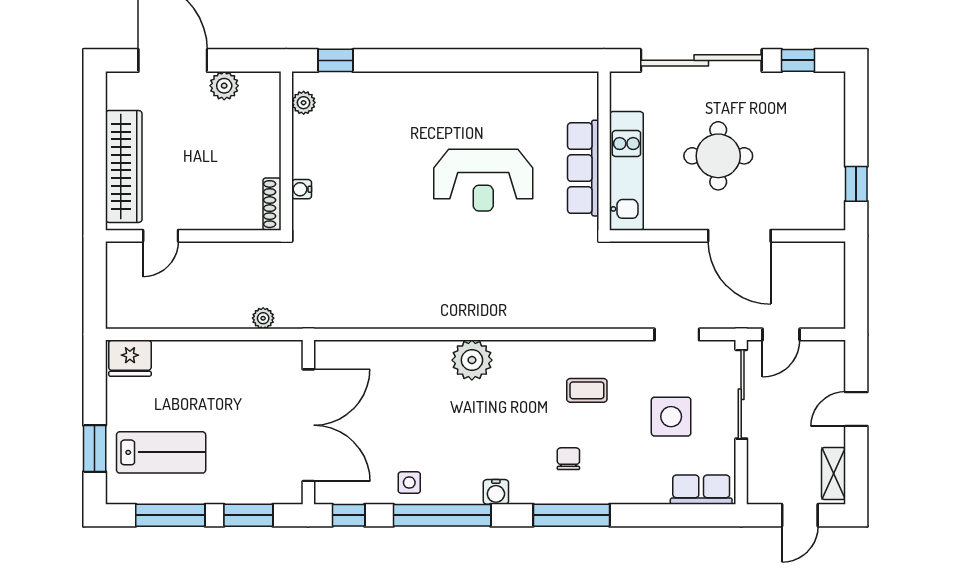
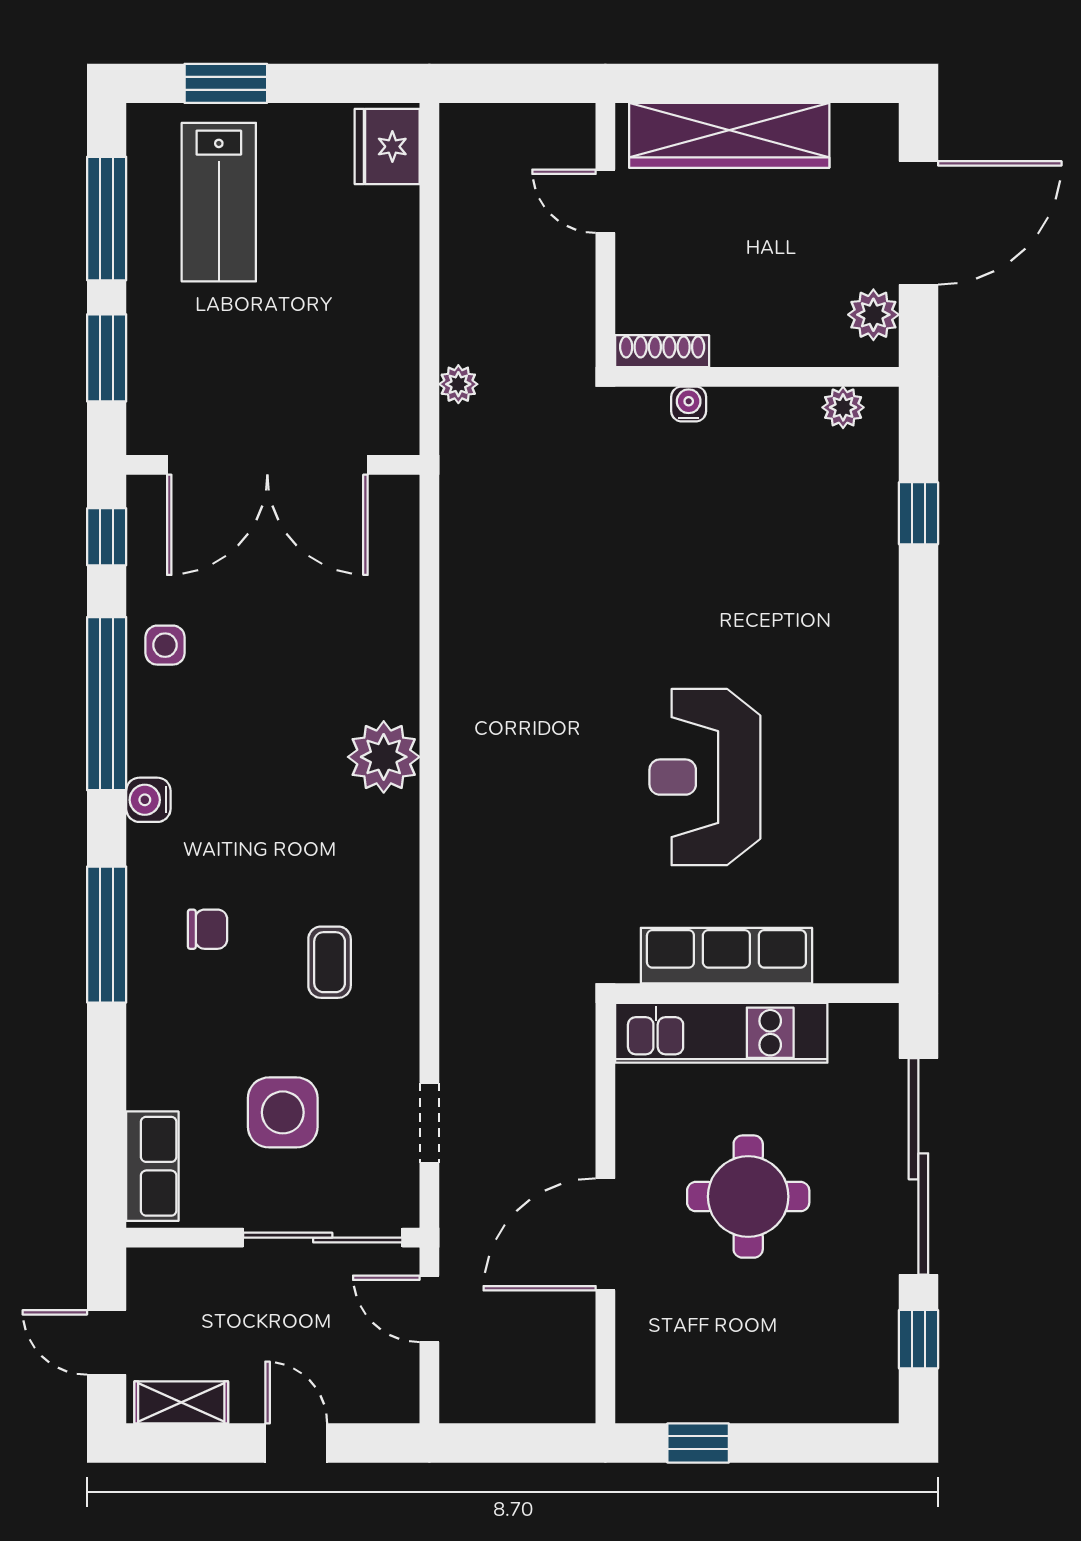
plant: (304, 103) -> (843, 407), moved
wall: (286, 151) -> (757, 377), moved
water cooler: (302, 189) -> (689, 404), moved
shoe rack: (272, 204) -> (662, 351), moved

